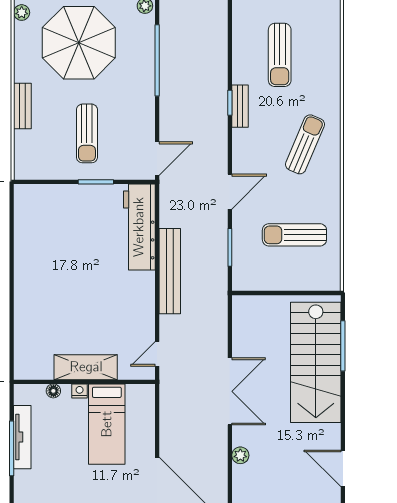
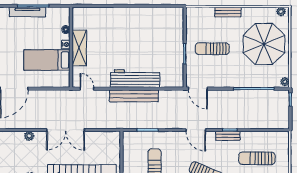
door: (230, 192) -> (196, 130), moved
workbench: (139, 227) -> (135, 79), moved
tv unit: (22, 437) -> (27, 12), moved

